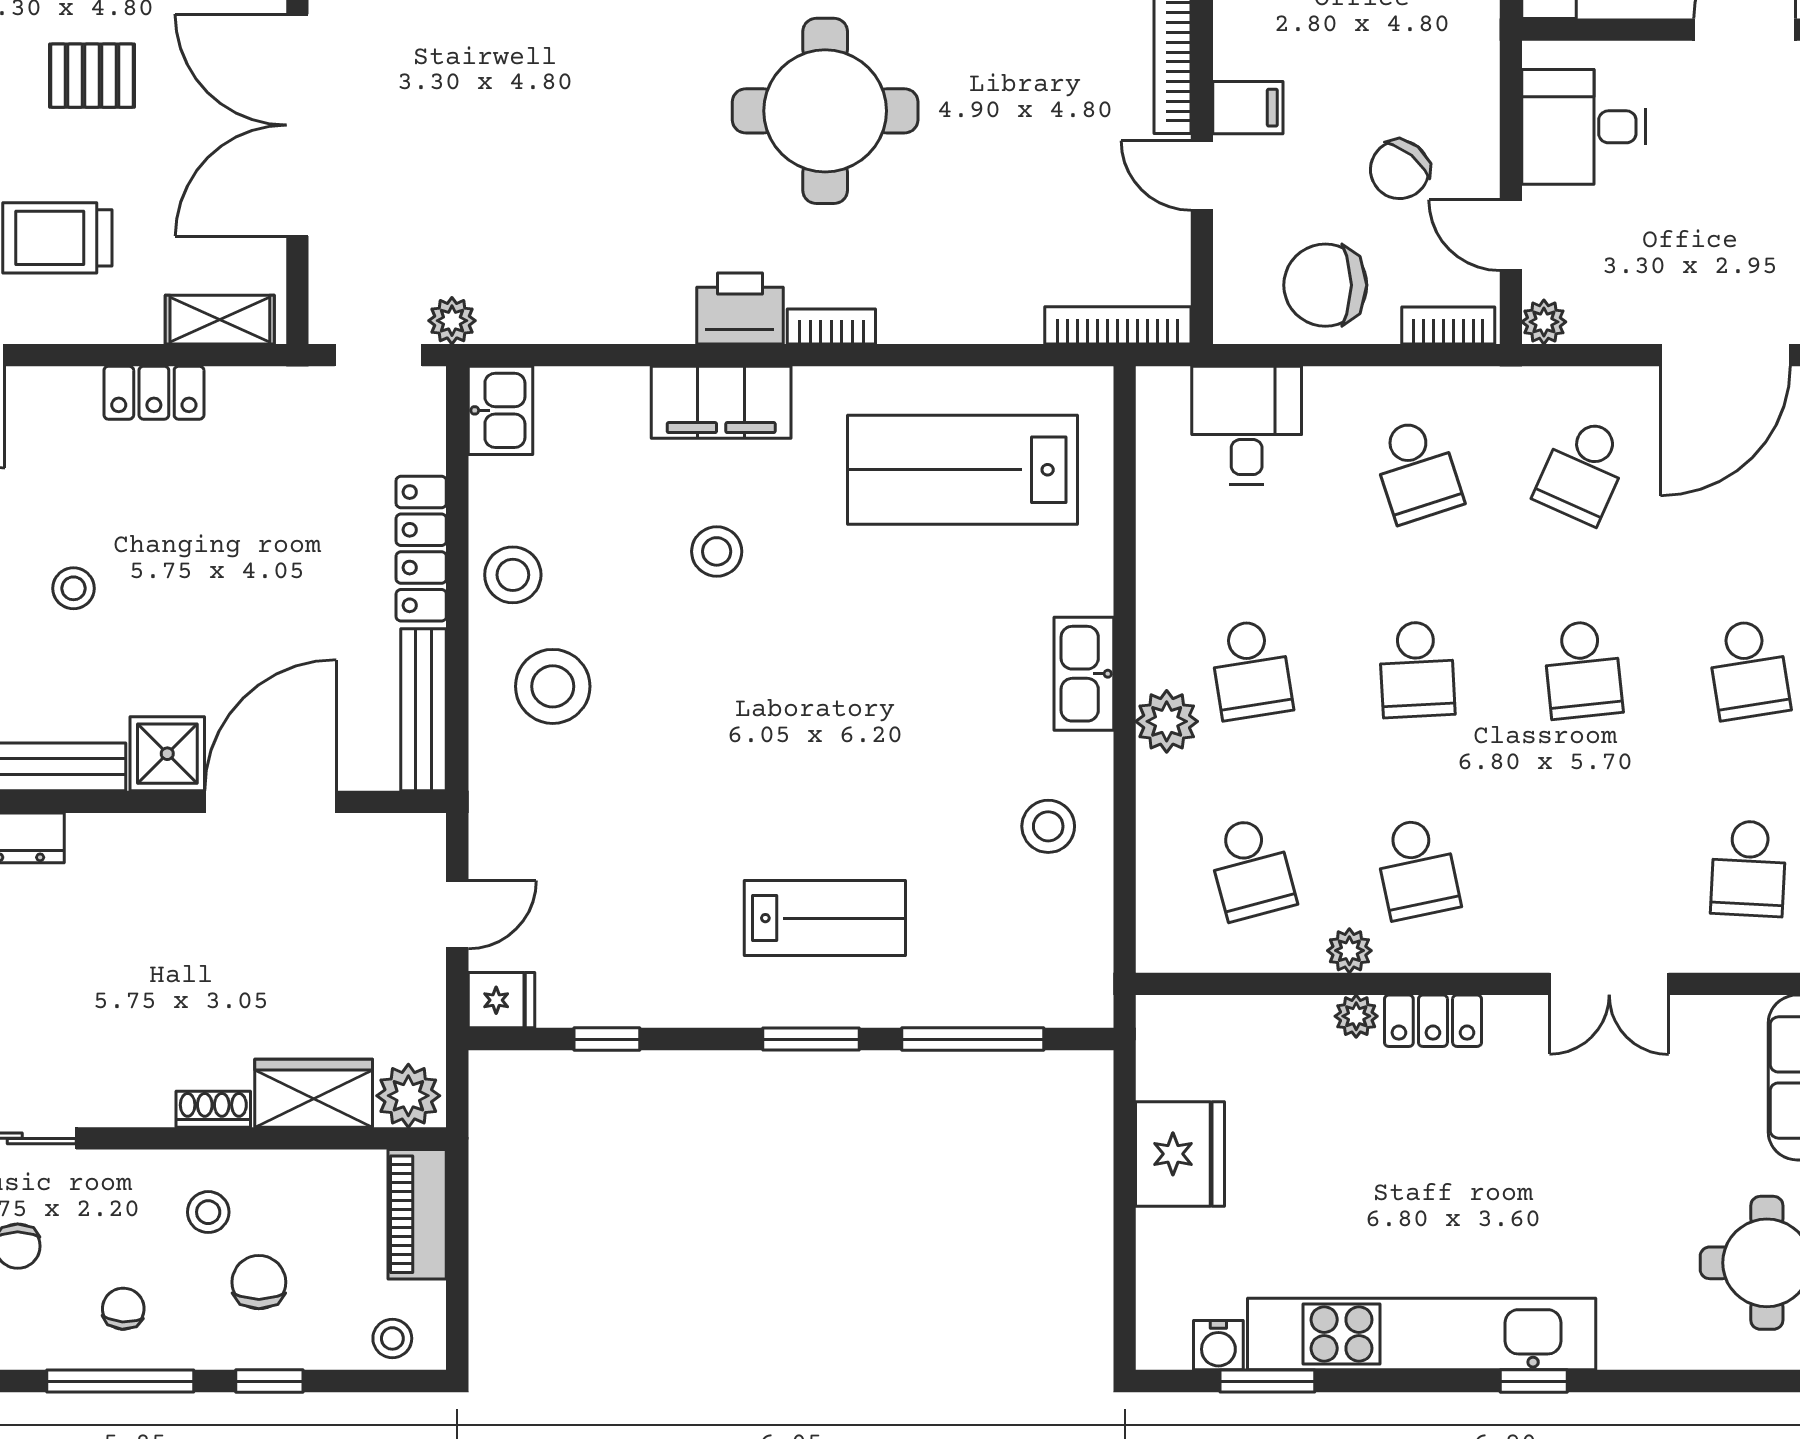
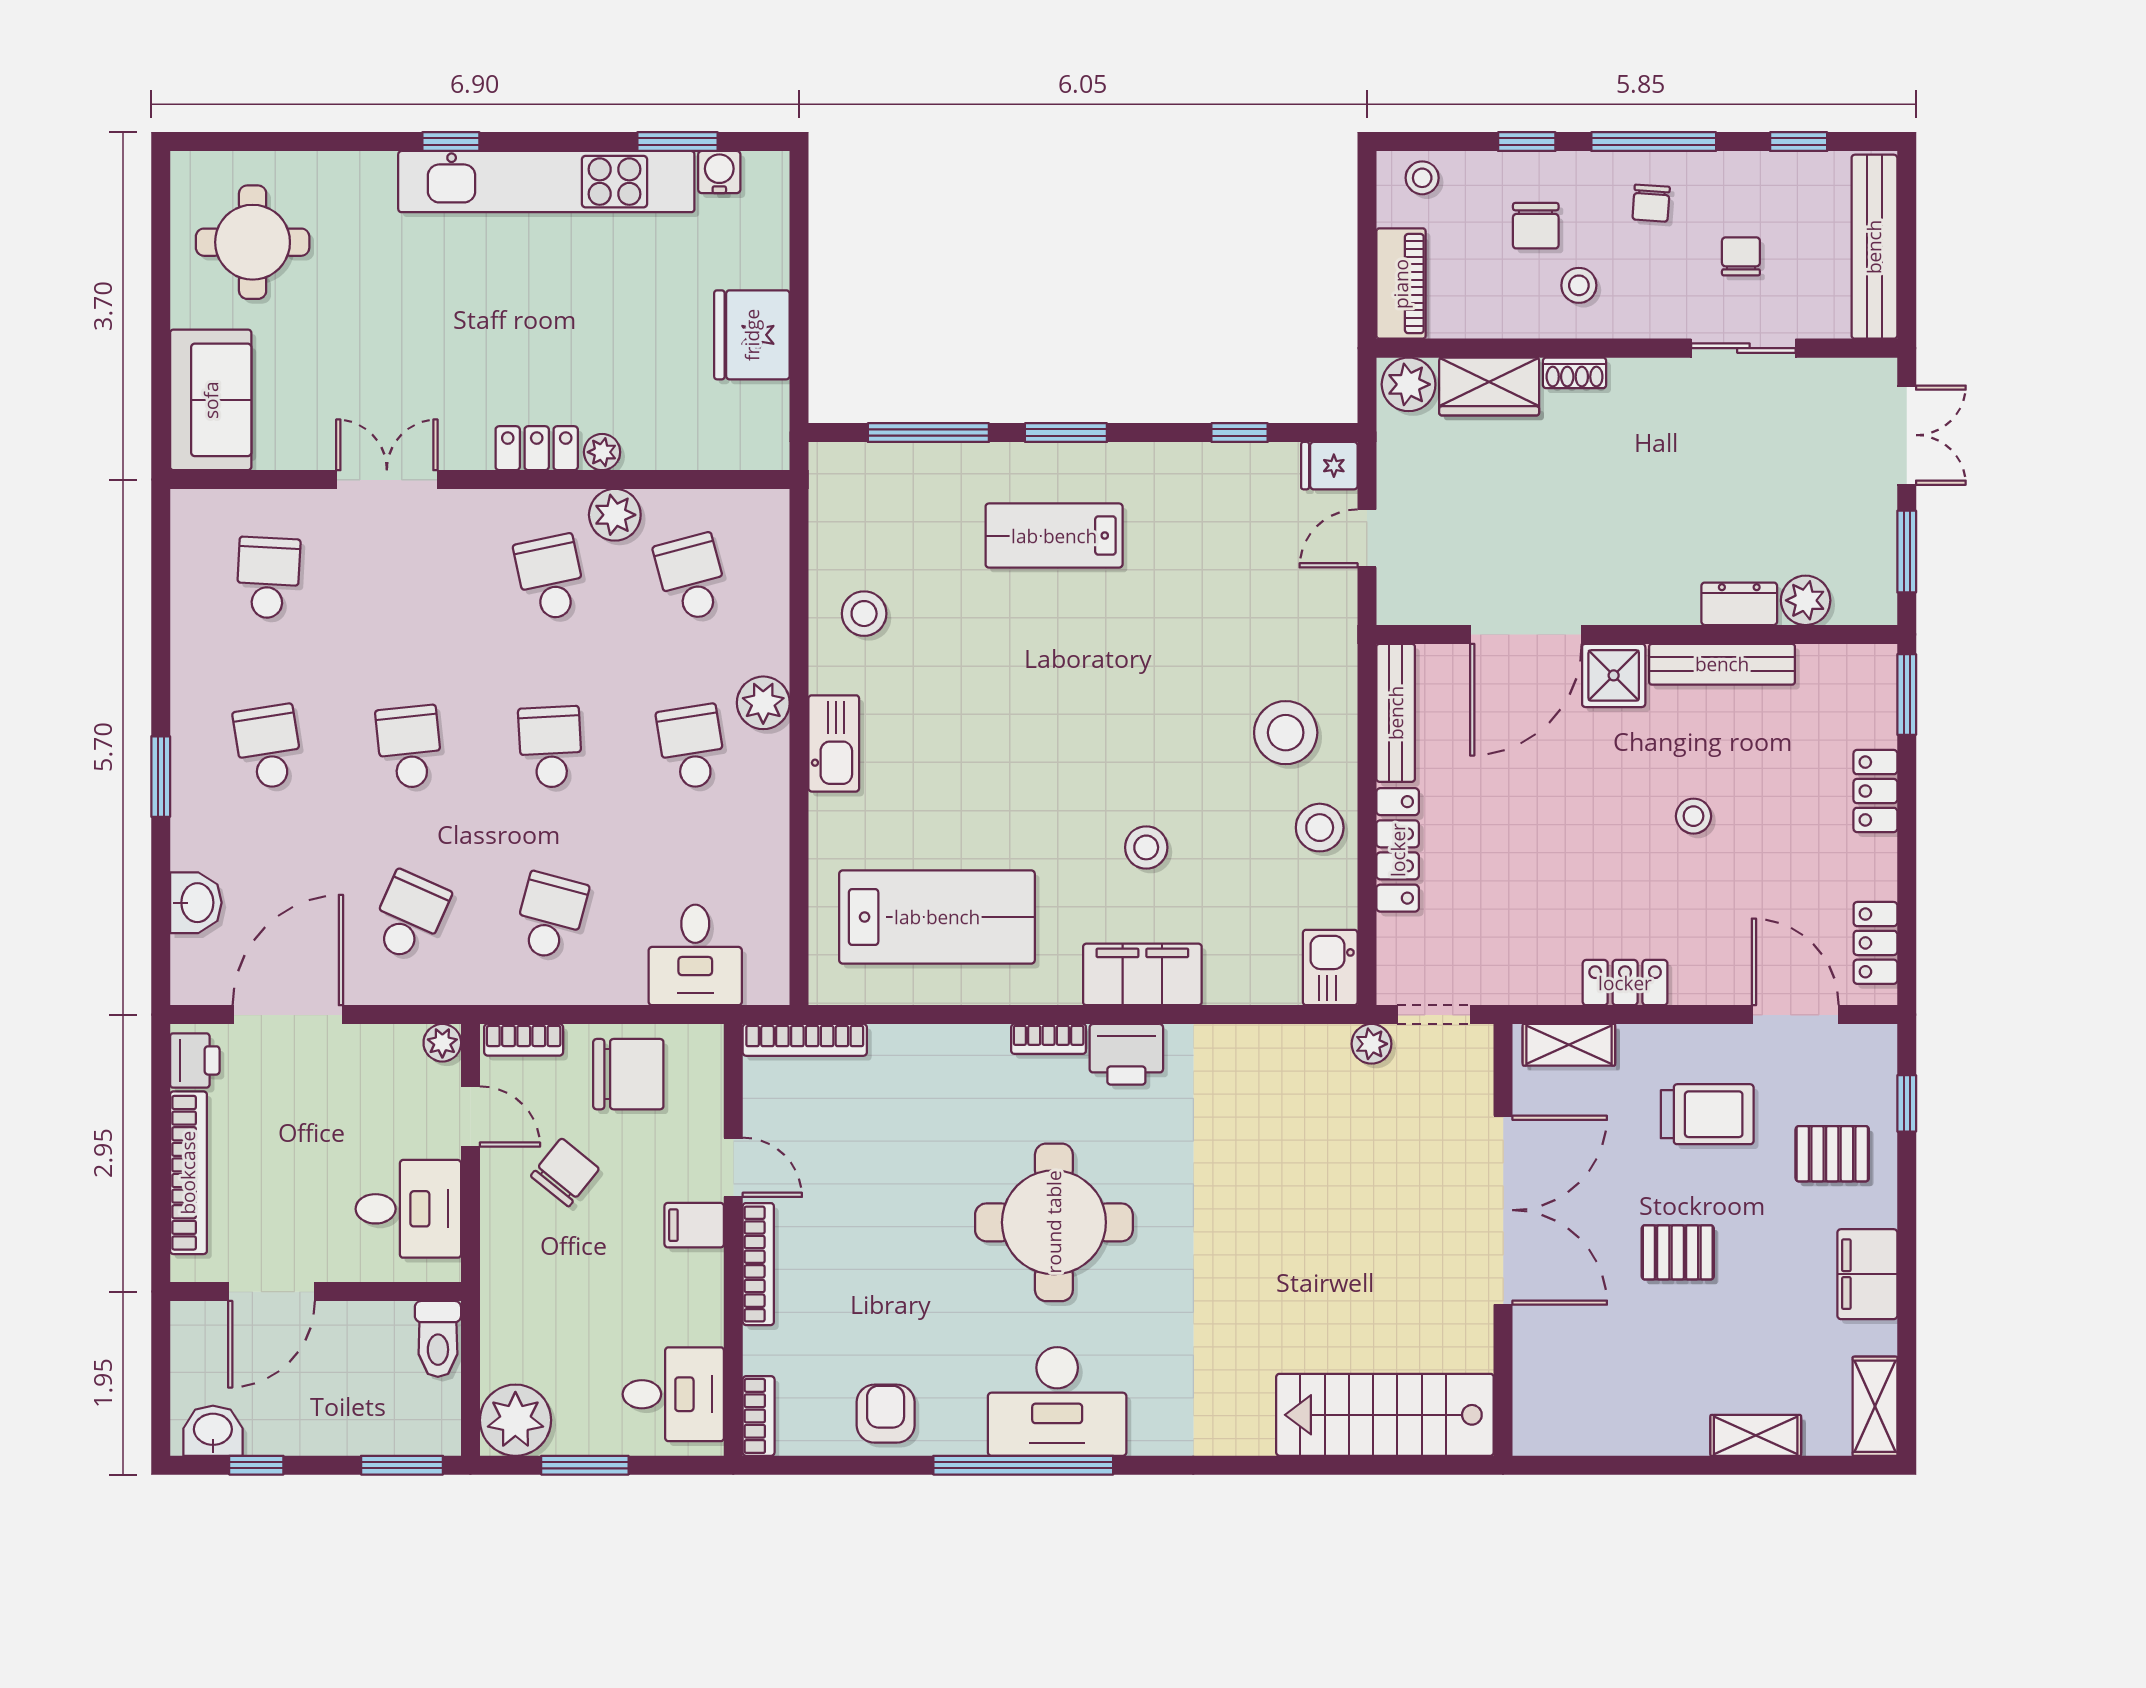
school desk: (1417, 470) -> (550, 916), turned 33
plant: (1349, 951) -> (615, 515), width x1.38, depth x1.38

